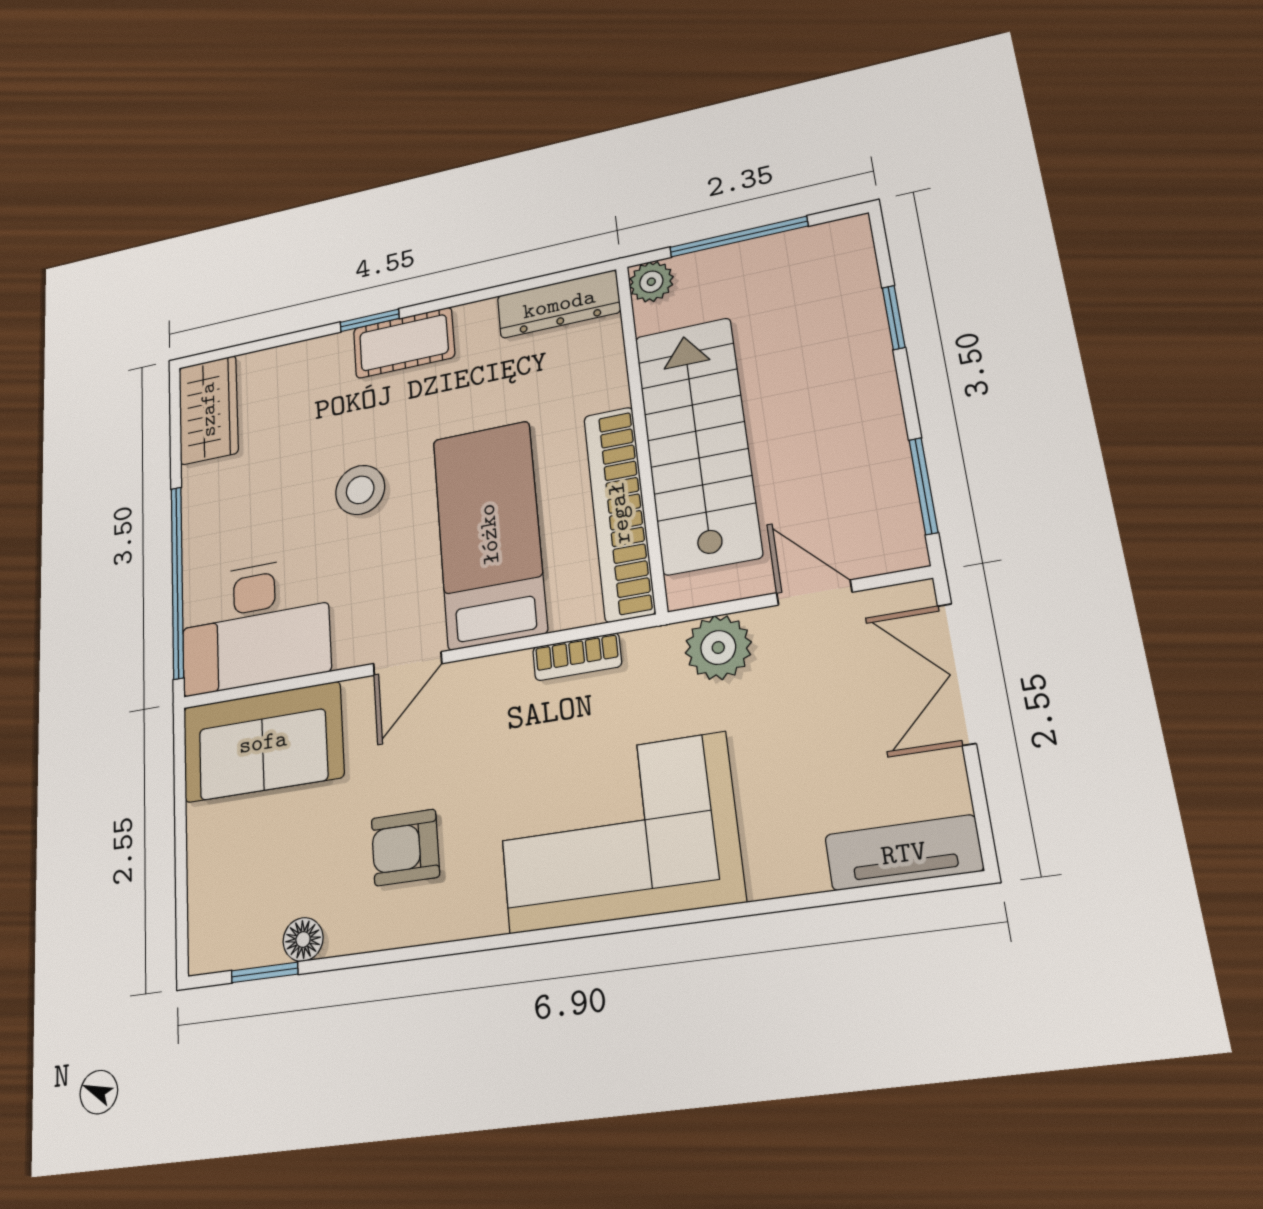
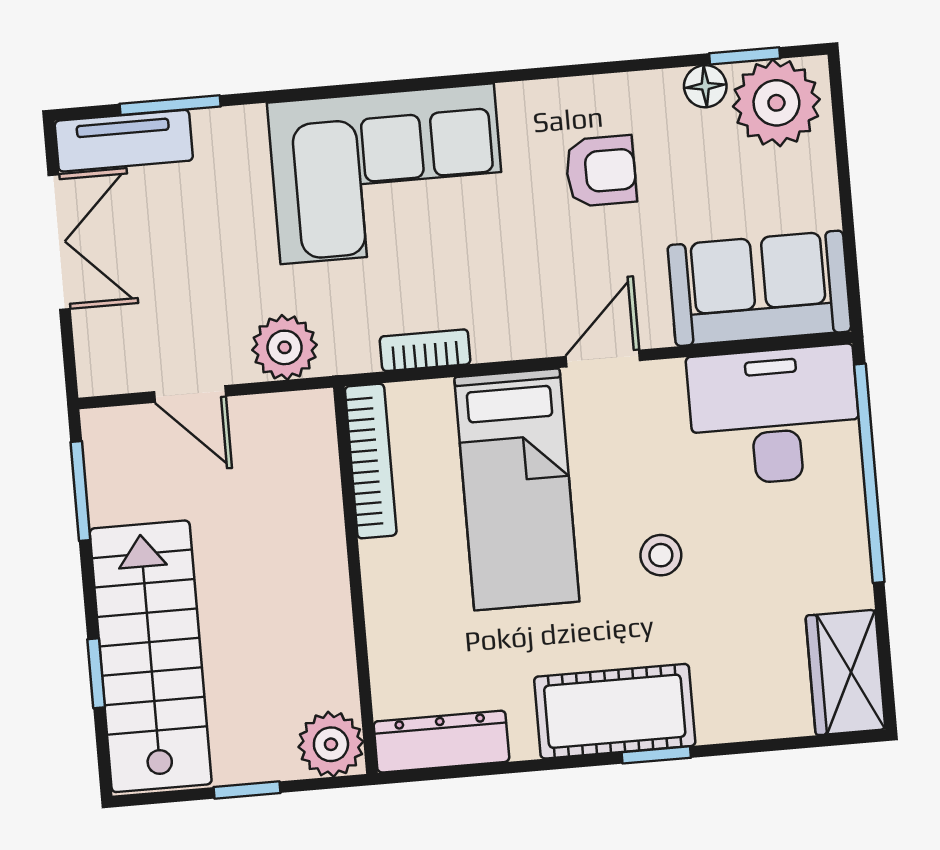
window: (738, 237) -> (247, 790), width x0.46
plant: (651, 282) -> (331, 744), width x1.38, depth x1.38
cot: (404, 343) -> (615, 711), width x1.37, depth x1.34
stairs: (697, 444) -> (151, 656), moved, turned 180
stool: (360, 490) -> (661, 555), width x0.73, depth x0.73
bookcase: (619, 513) -> (371, 461), width x0.68, depth x0.76
double door: (957, 674) -> (59, 242), moved
window: (854, 895) -> (170, 105), added
plant: (238, 925) -> (776, 103), added

